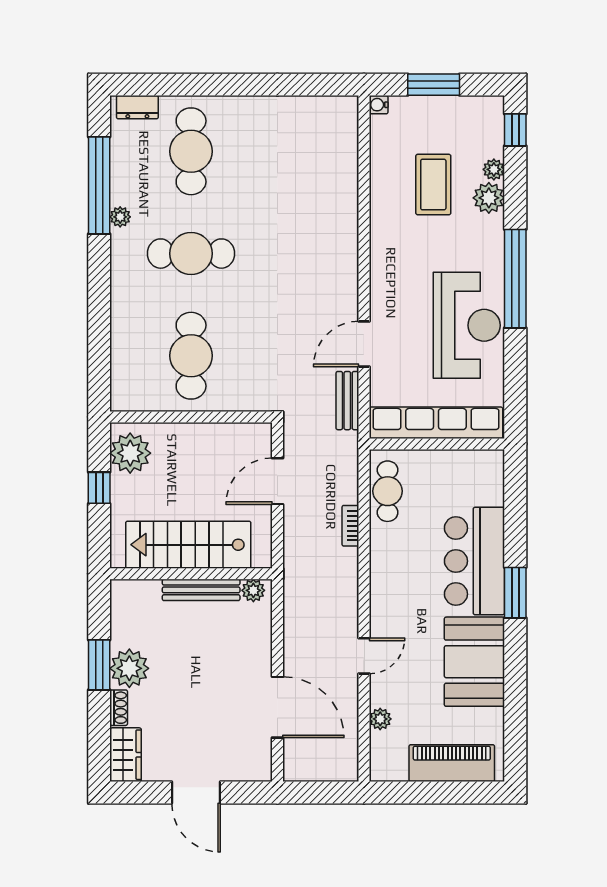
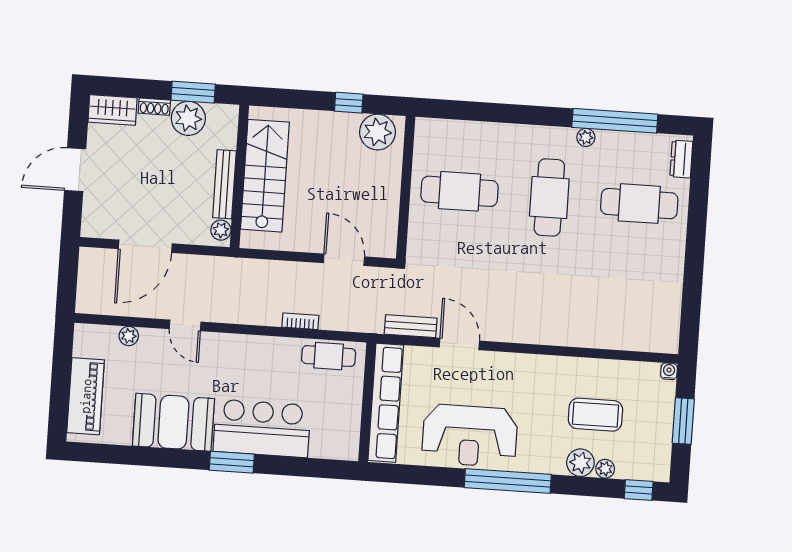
stairs: (188, 545) -> (265, 176), moved
wall: (191, 574) -> (239, 176), moved
bench: (201, 590) -> (224, 184), moved
plant: (253, 590) -> (221, 230), moved

